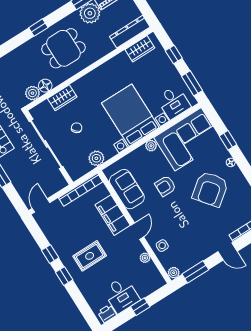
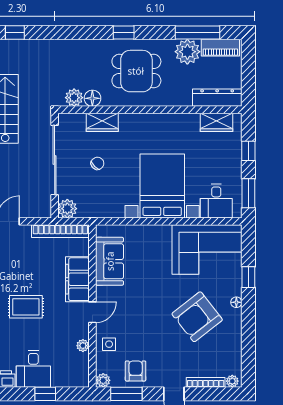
plant: (151, 146) -> (164, 232), removed
plant: (96, 158) -> (67, 209), moved
armchair: (165, 186) -> (136, 371), moved, turned 90

